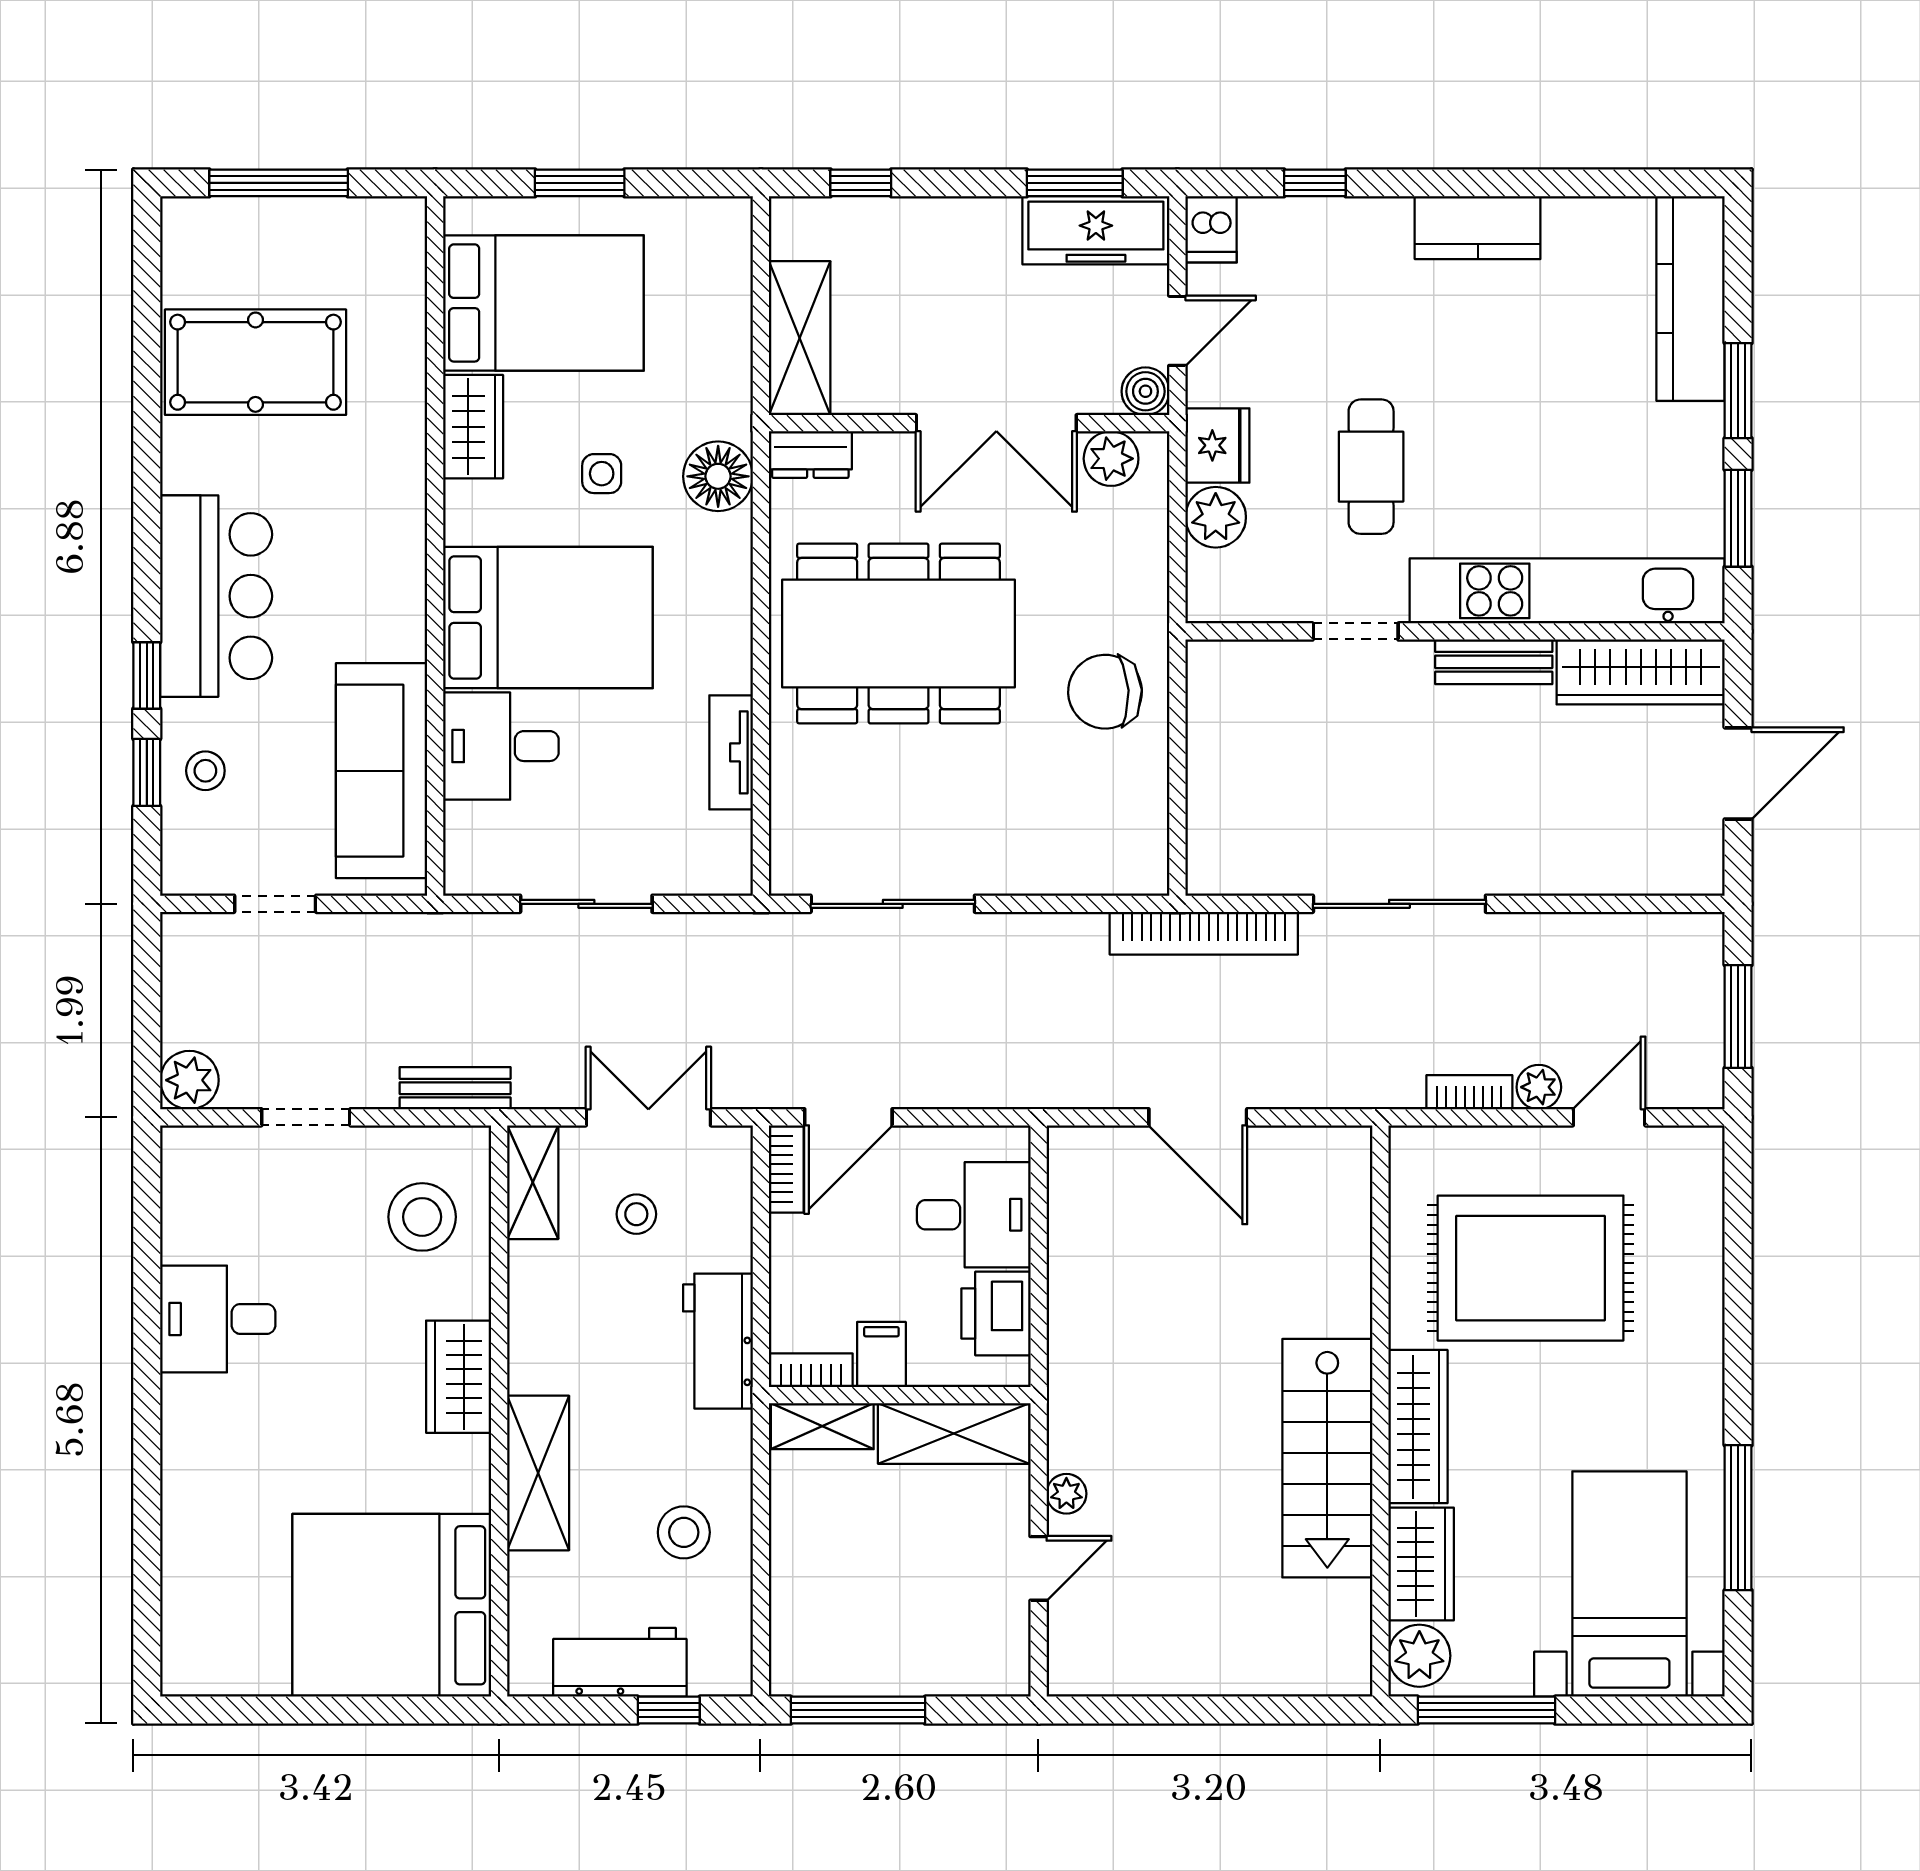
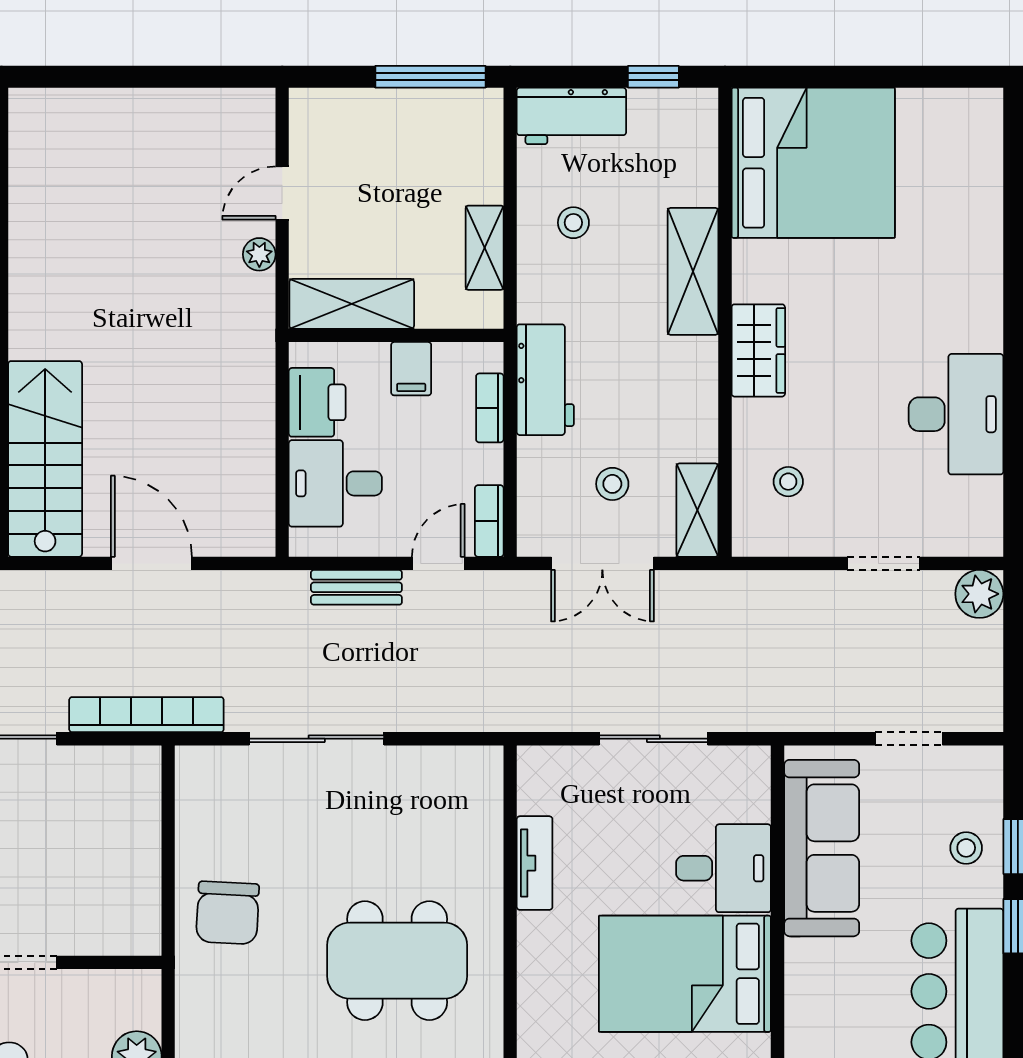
dining table: (899, 634) -> (397, 961), width x0.73, depth x0.80
chair: (1105, 692) -> (228, 913), turned 96
sliding door: (893, 904) -> (317, 739), moved
bench: (455, 1088) -> (356, 587), moved
door: (848, 1117) -> (438, 563), width x0.73
stool: (422, 1217) -> (788, 482), width x0.53, depth x0.53
desk: (218, 1319) -> (956, 414), width x1.37
bookcase: (811, 1370) -> (490, 408), moved, turned 90
shelving: (822, 1426) -> (485, 248), moved, turned 90
stairs: (1327, 1458) -> (45, 459), moved
stool: (684, 1532) -> (573, 223), width x0.73, depth x0.73
workbench: (620, 1662) -> (571, 116), moved
window: (669, 1710) -> (653, 77), moved

